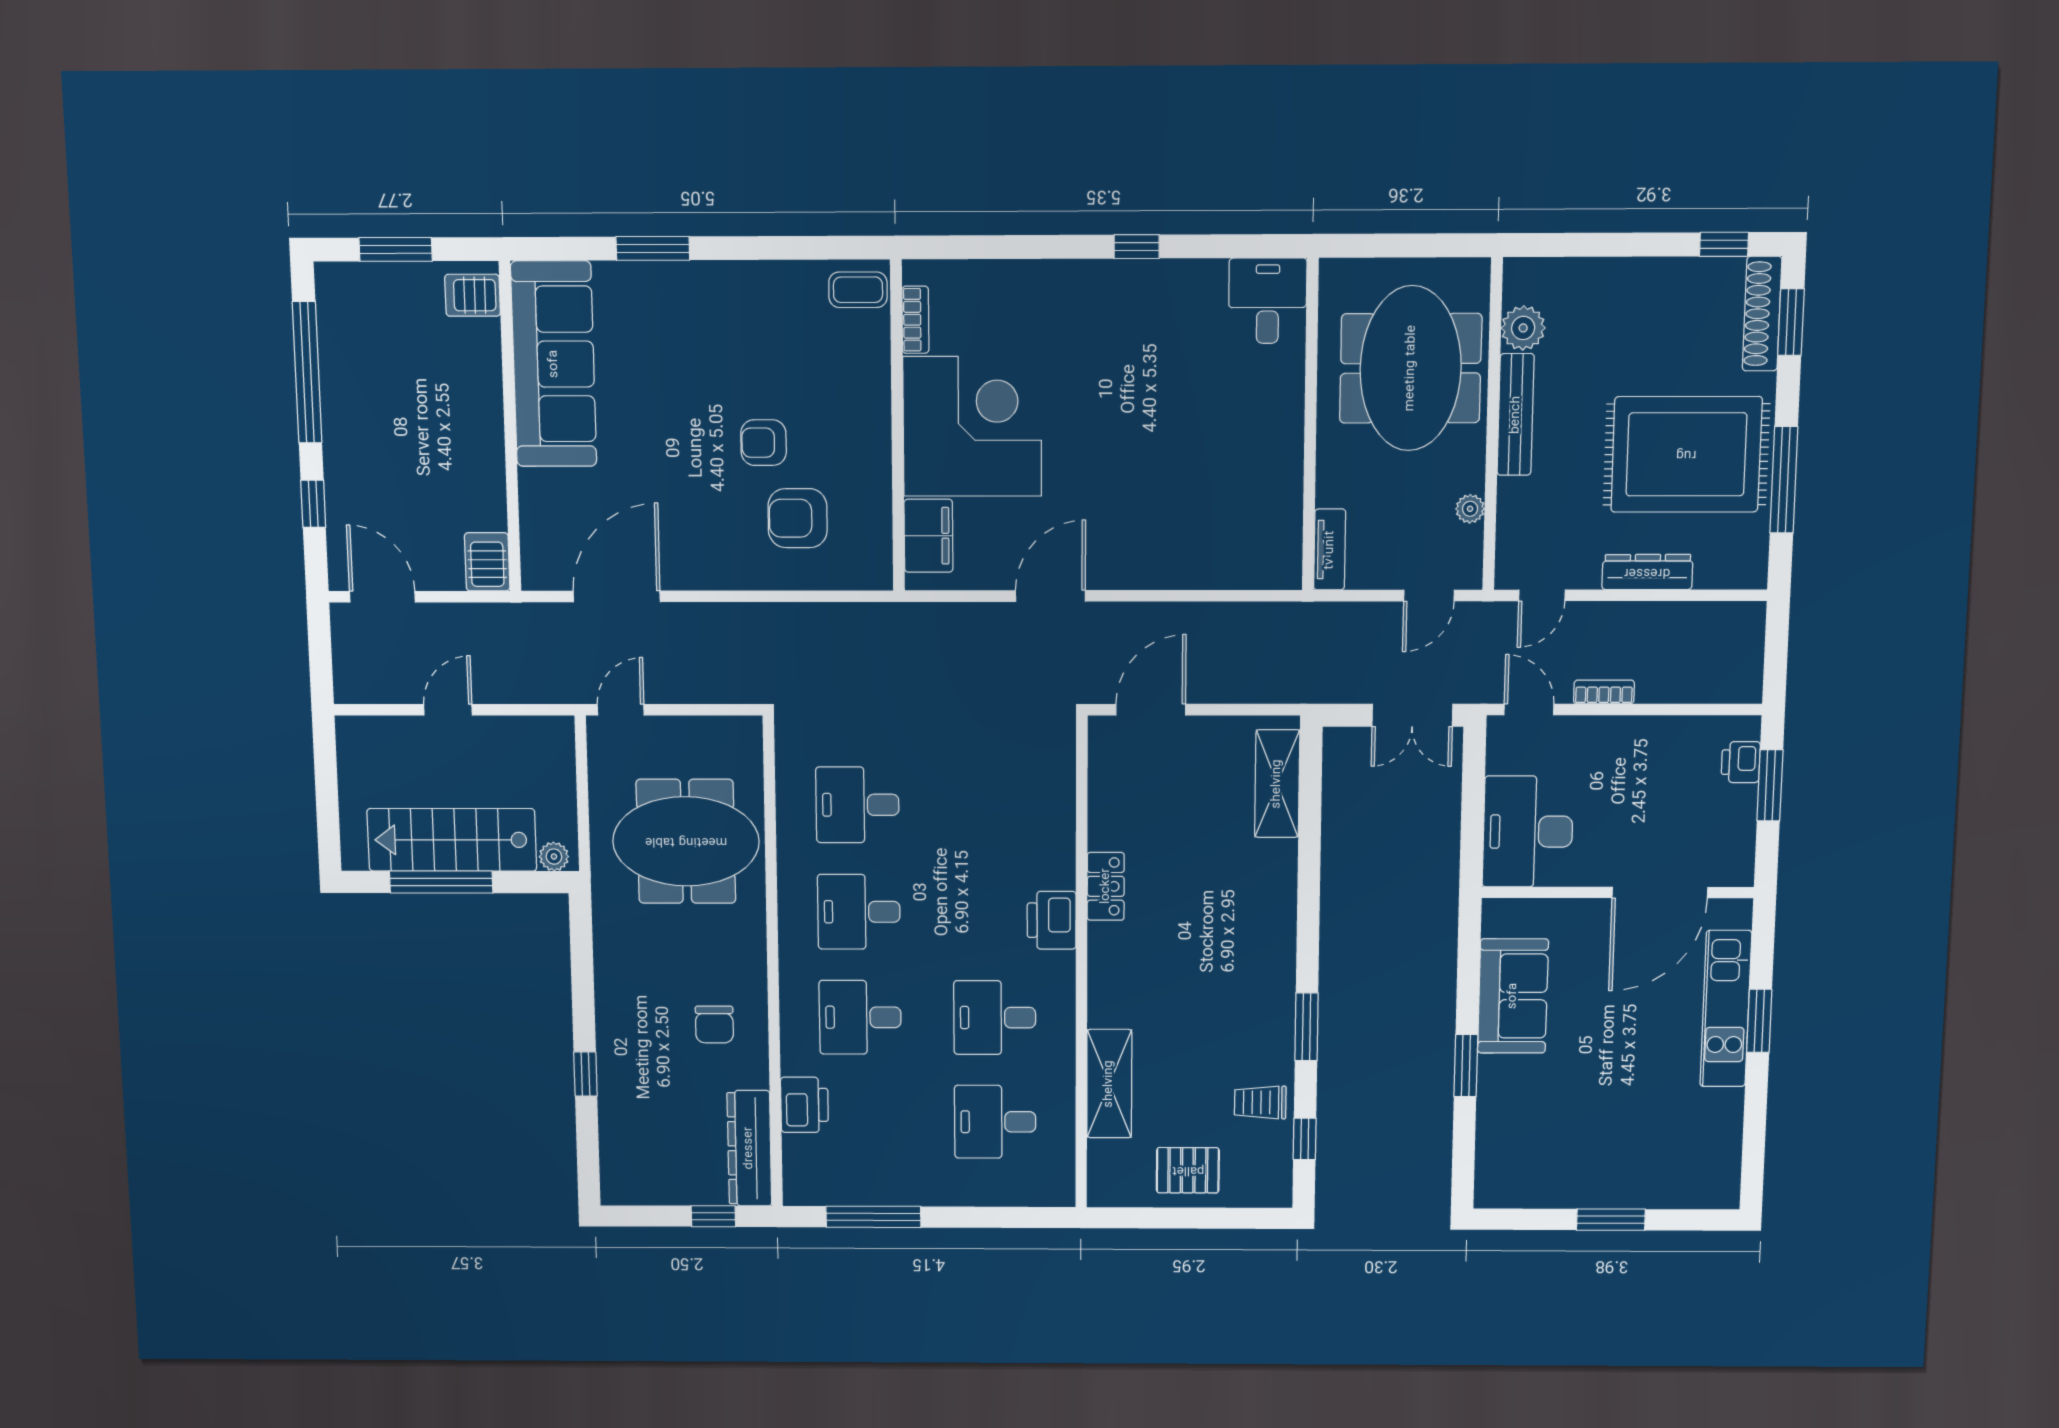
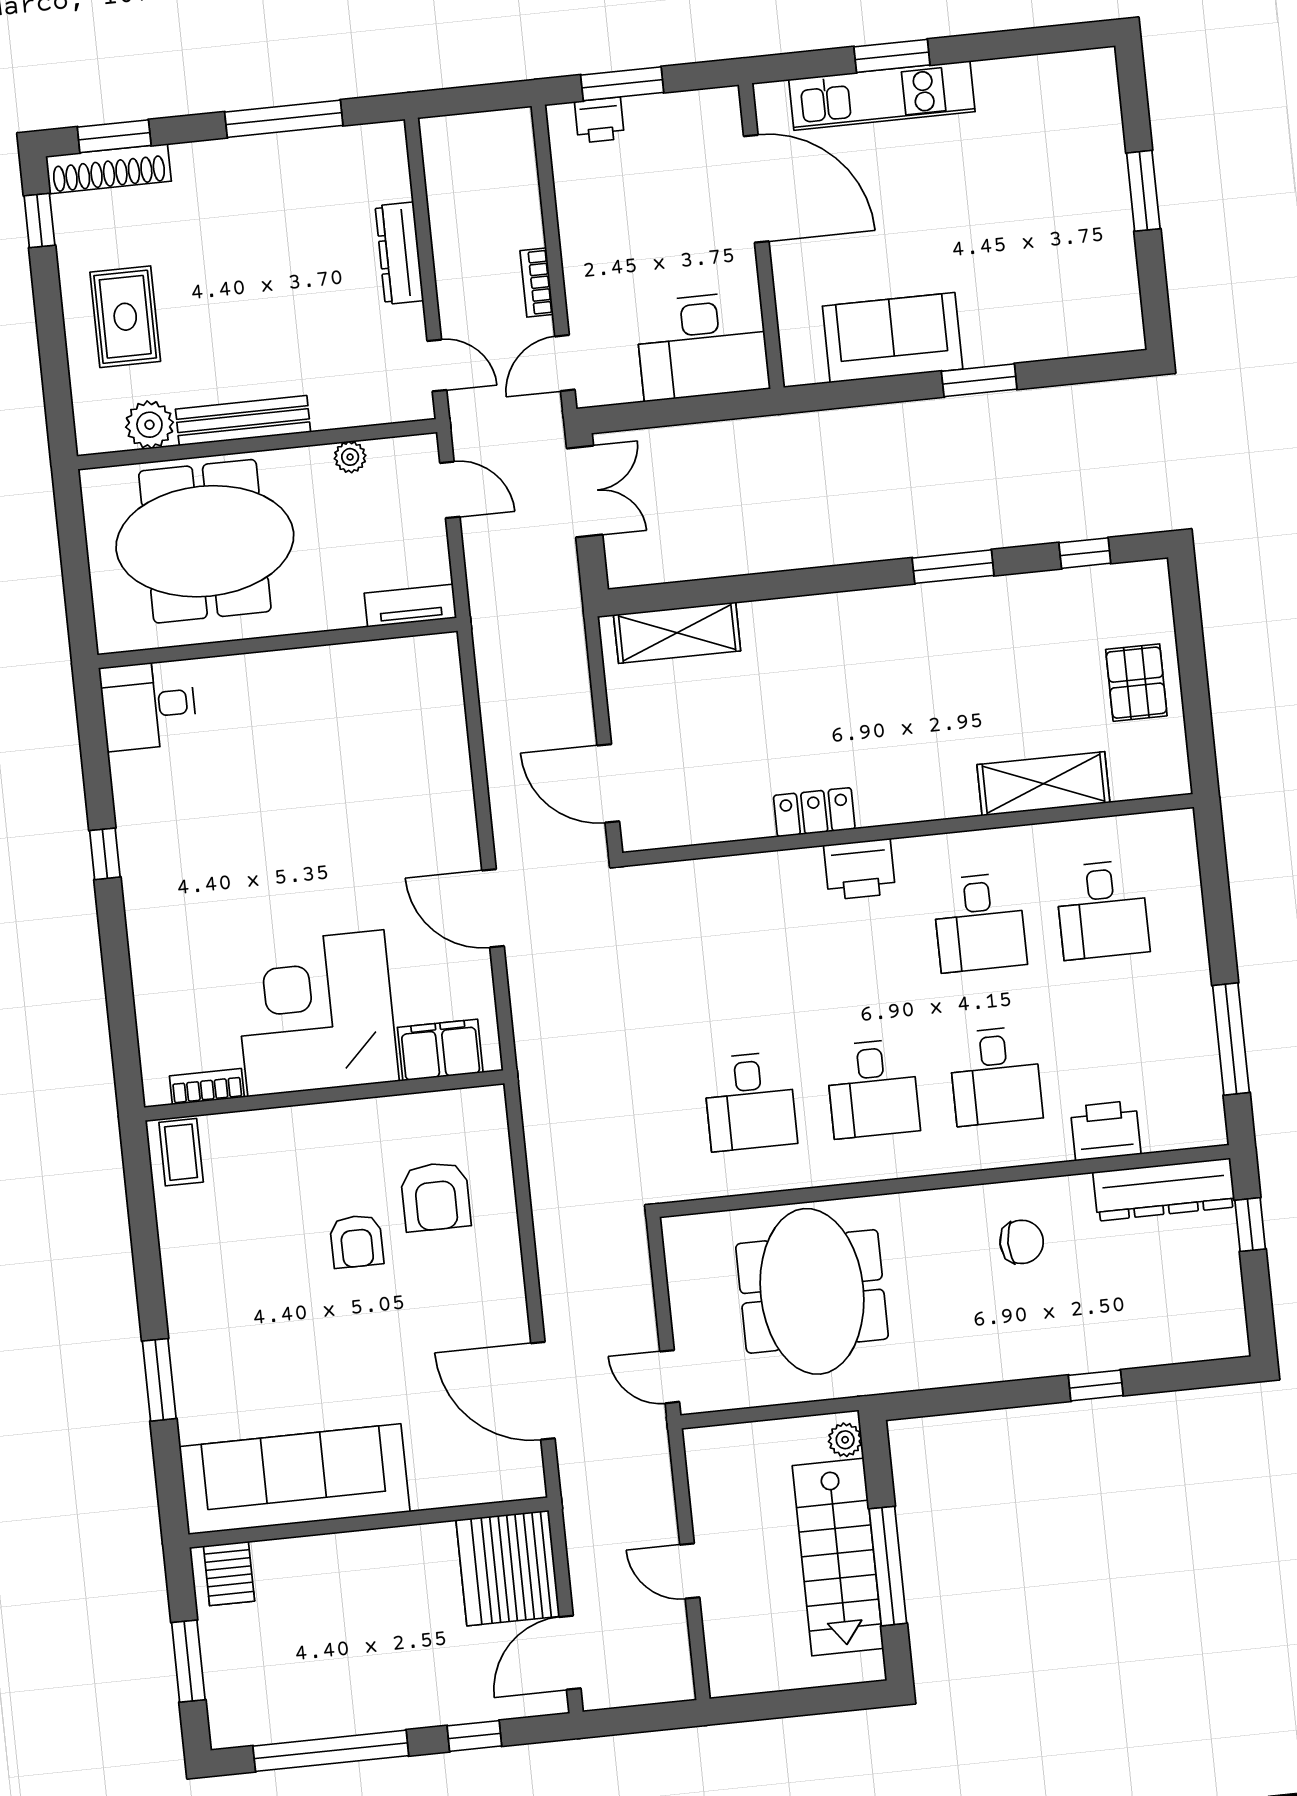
rug: (1686, 454) -> (125, 317), moved, width x0.54, depth x0.49
server rack: (487, 562) -> (508, 1568), width x2.18, depth x1.44
trolley: (1260, 1102) -> (1047, 609), removed

